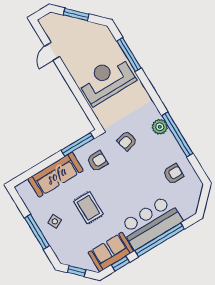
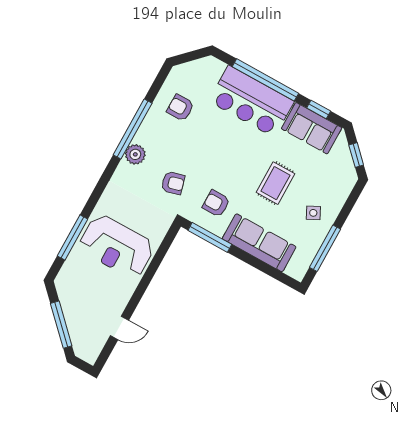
window: (76, 15) -> (61, 325), width x1.44
window: (37, 232) -> (325, 248), moved

